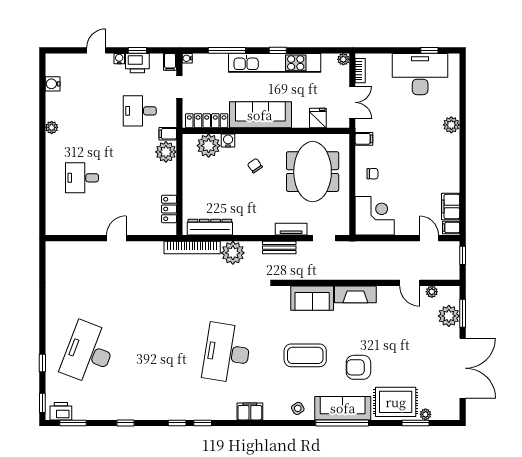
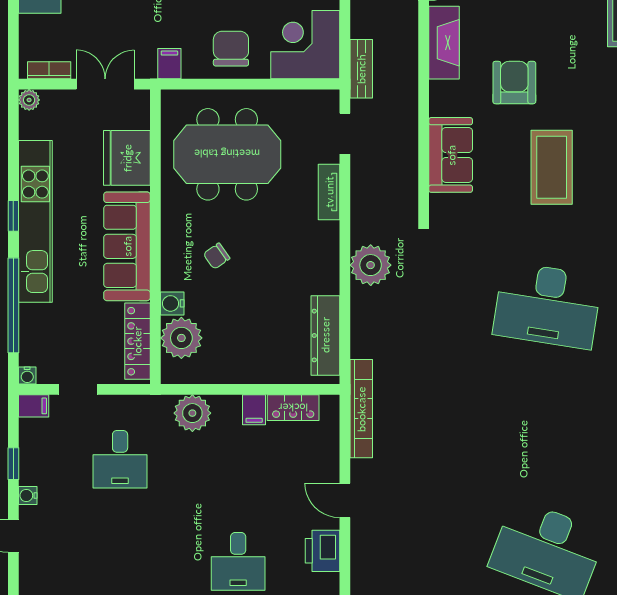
window: (227, 50) -> (13, 305), width x1.46
printer: (137, 63) -> (322, 551), moved, turned 180
fridge: (318, 118) -> (127, 158), width x1.88, depth x1.34
filing cabinet: (168, 134) -> (254, 410), moved
chair: (372, 174) -> (231, 49), width x1.87, depth x1.87
bookcase: (192, 248) -> (361, 409), moved
bench: (279, 248) -> (361, 69), moved
plant: (233, 253) -> (371, 265), moved
fireplace: (355, 294) -> (444, 43), moved
armchair: (358, 367) -> (514, 83), moved, turned 180

